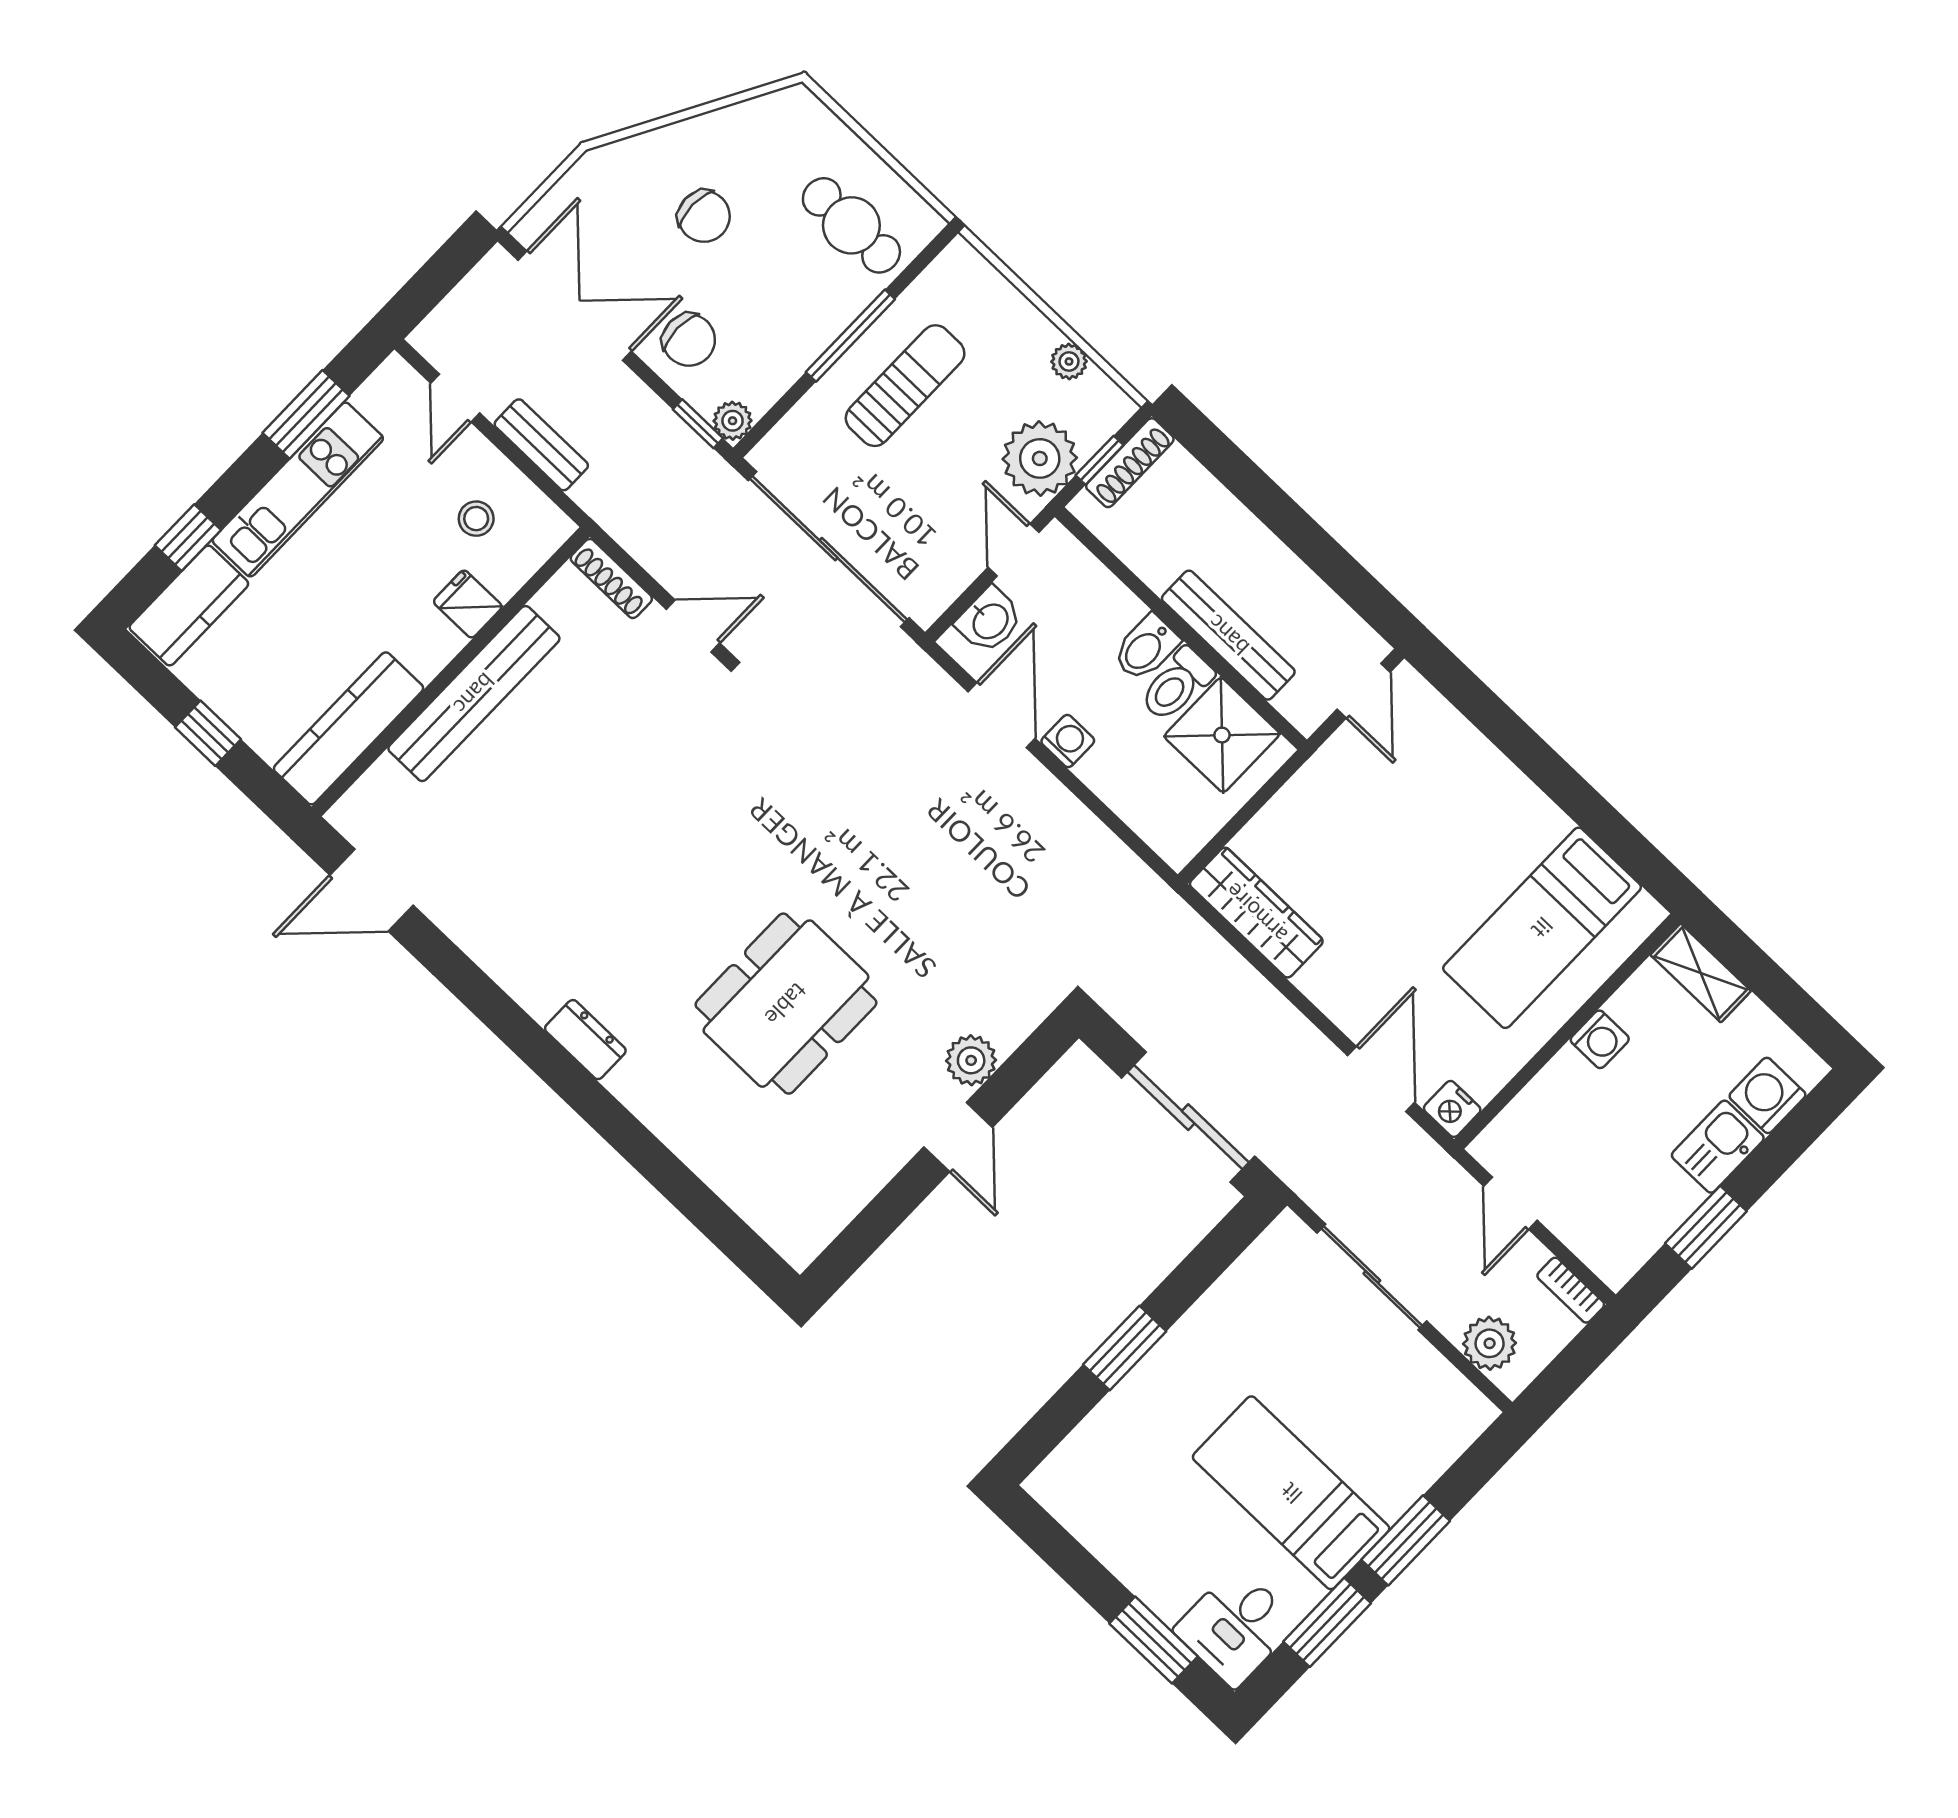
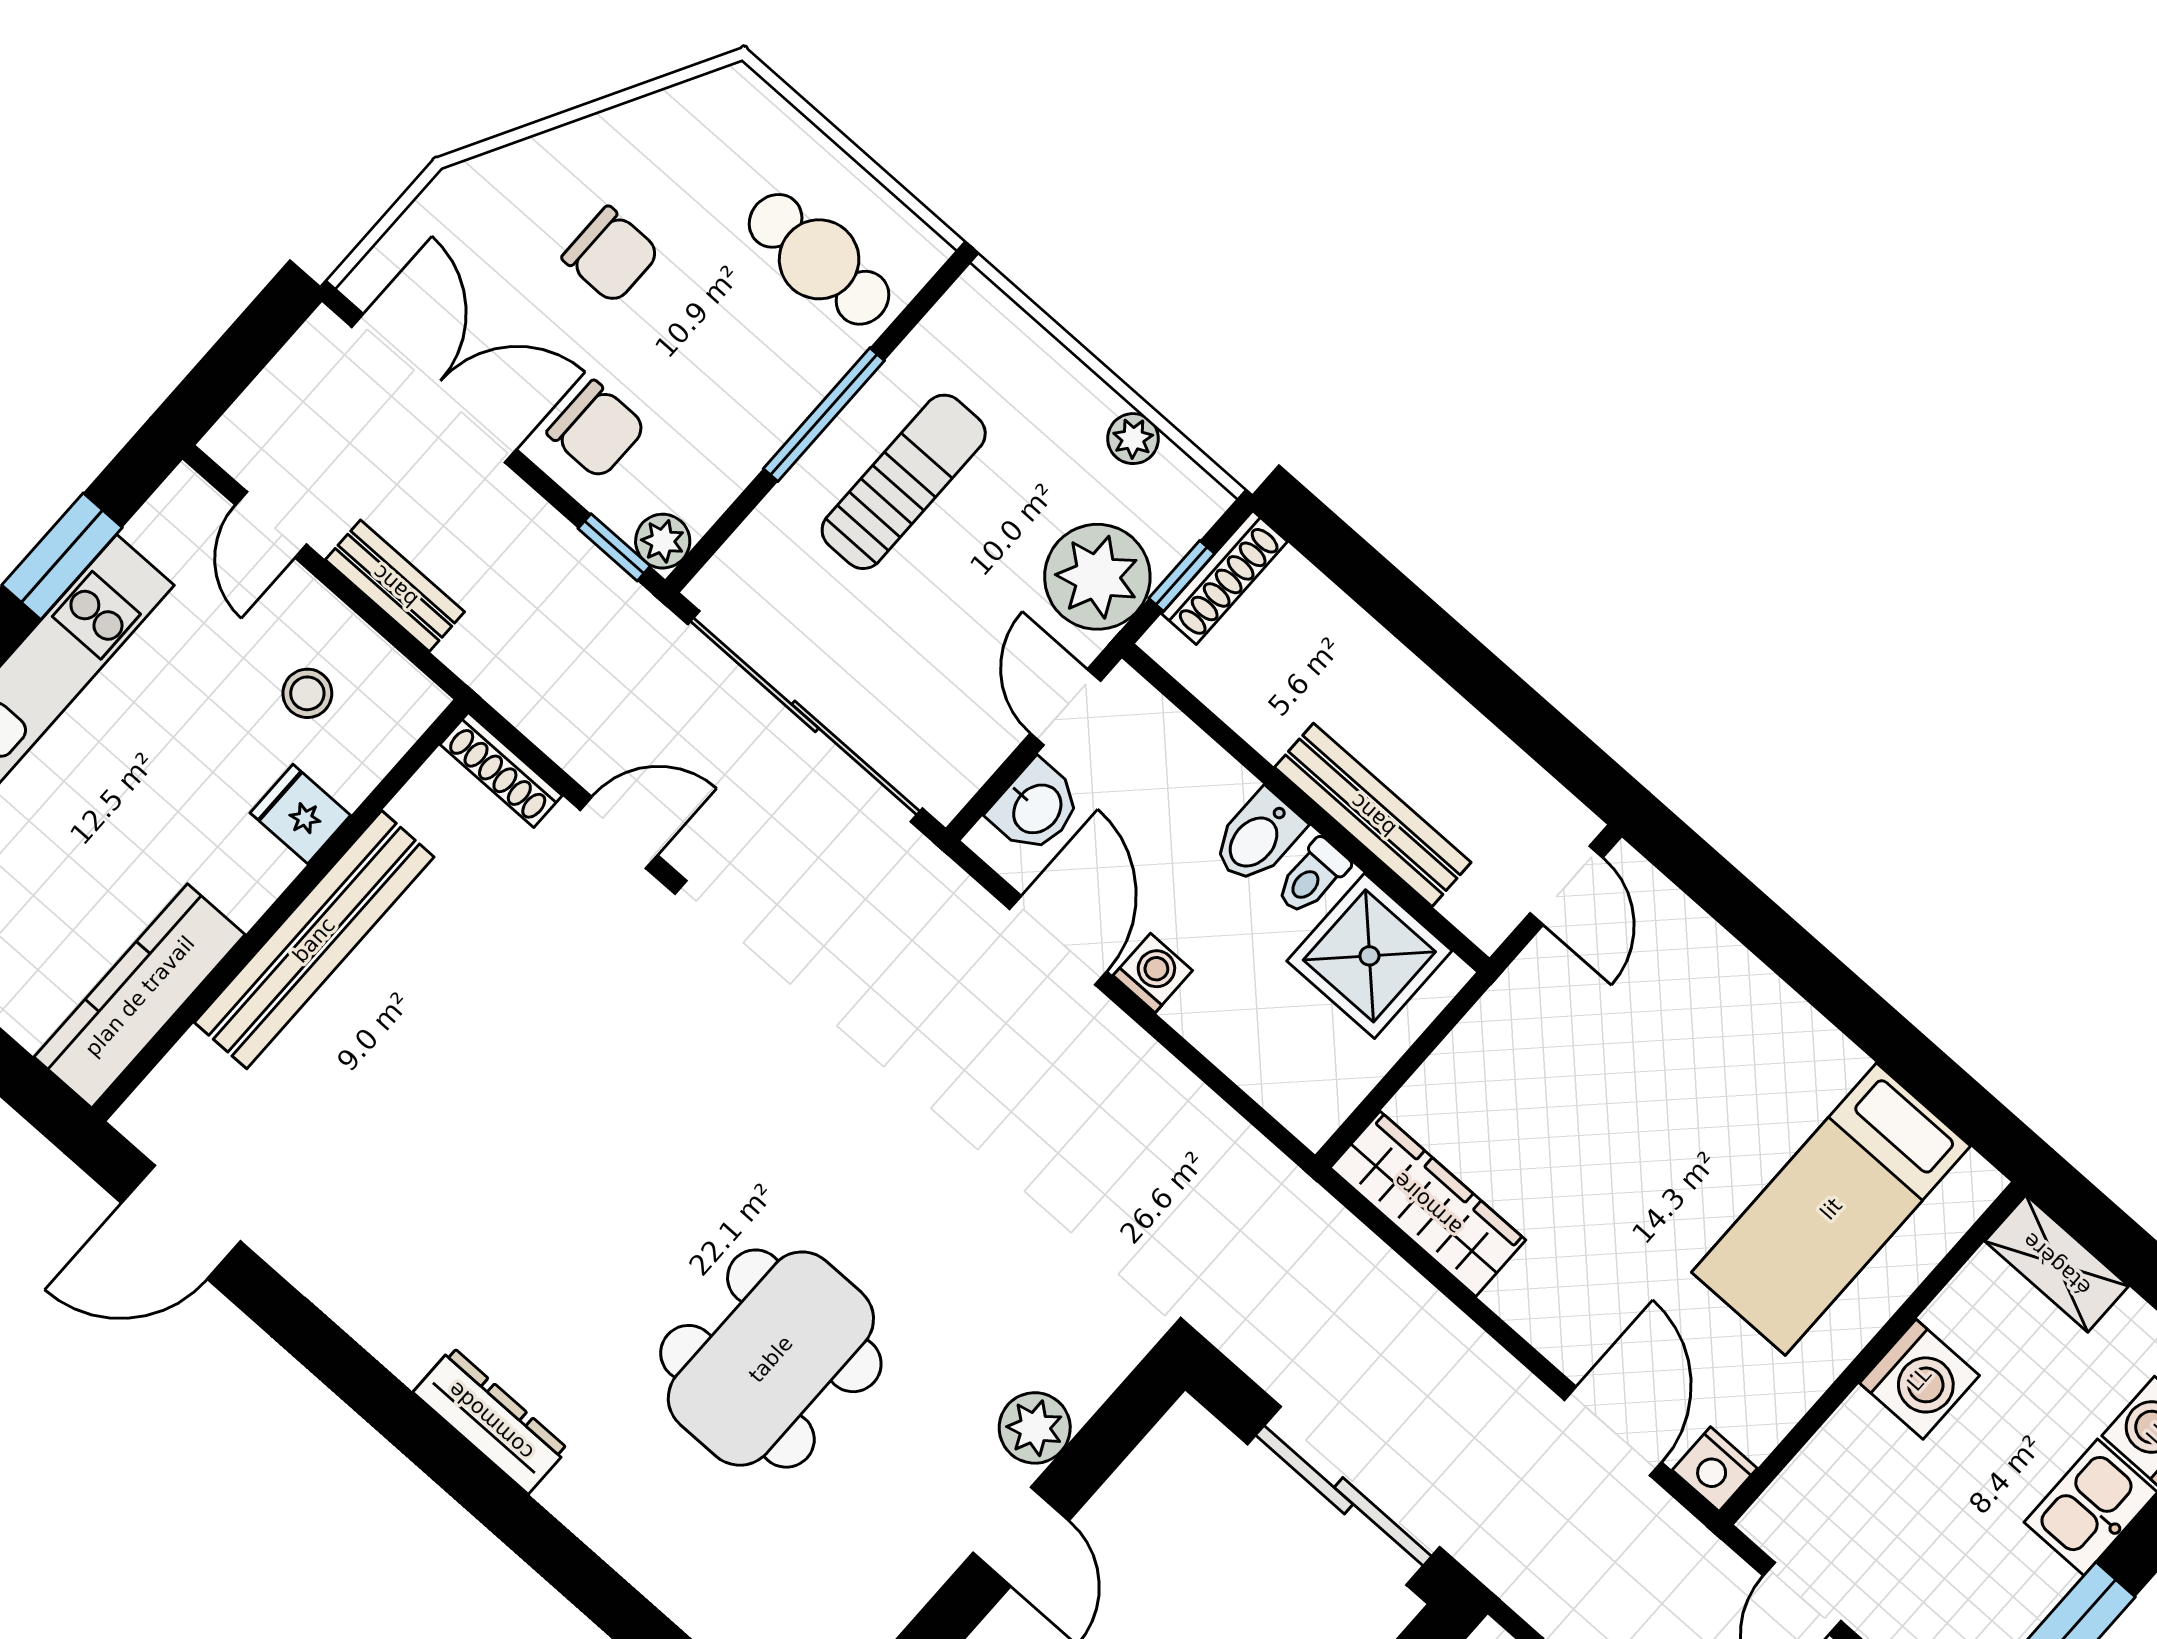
toilet: (1177, 685) -> (1312, 877), width x0.73, depth x0.72
washing machine: (1600, 1039) -> (1919, 1379), width x1.38, depth x1.38
dresser: (585, 1040) -> (491, 1421), width x1.44

